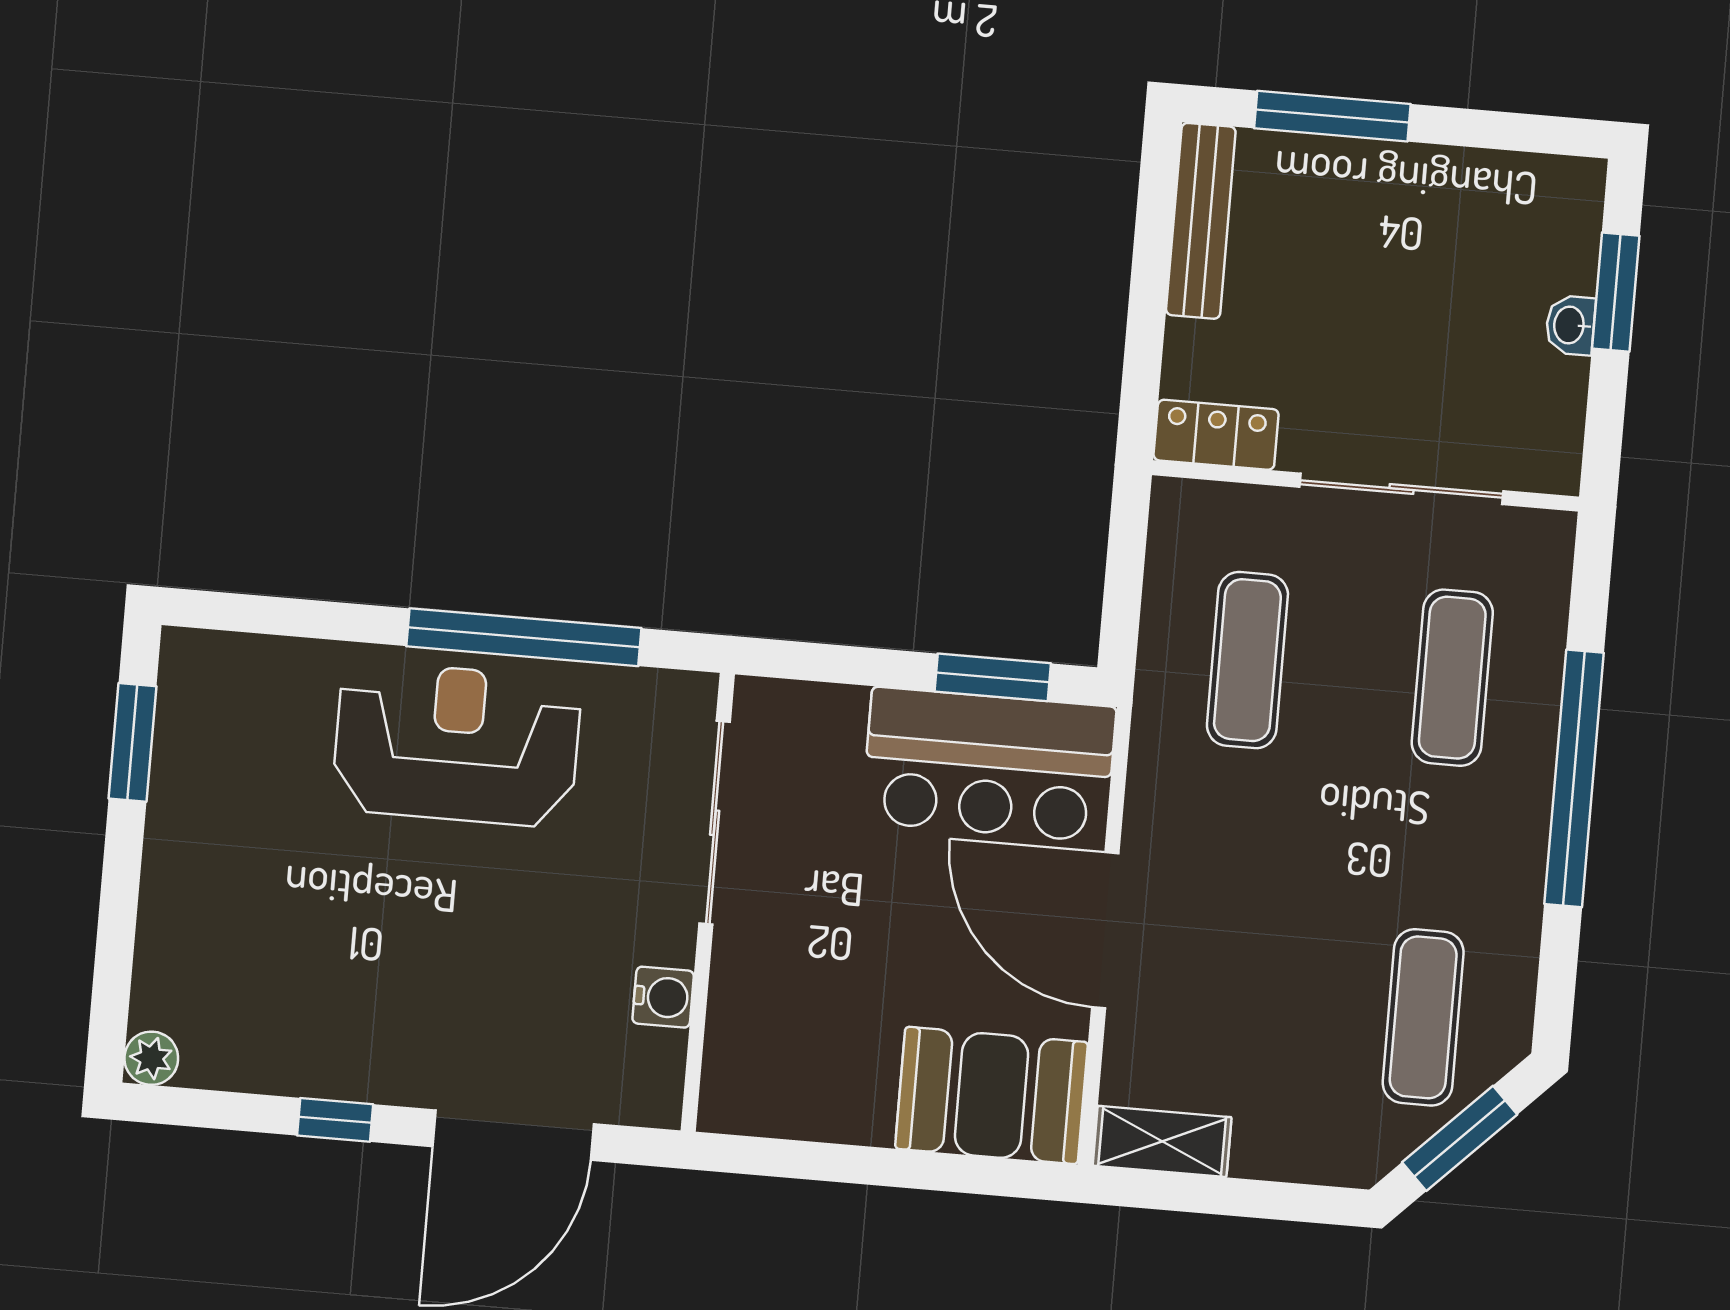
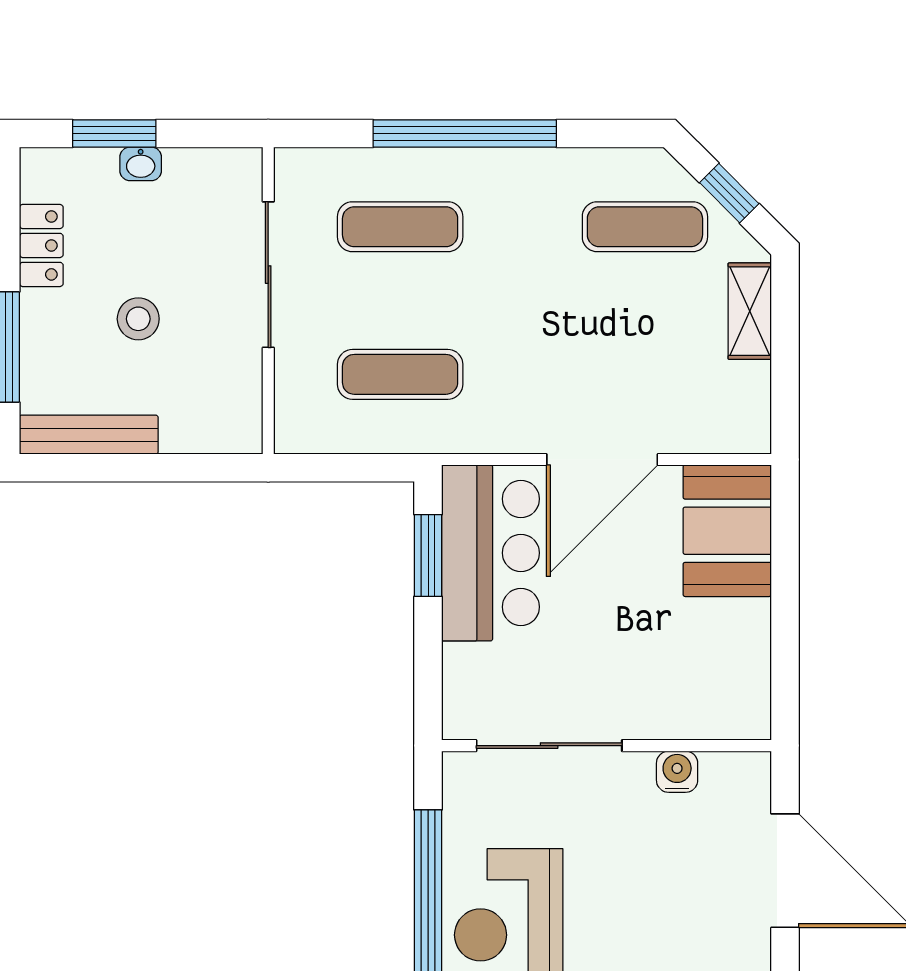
stool: (1356, 303) -> (138, 319), added
locker: (1216, 435) -> (41, 245), moved, turned 180
window: (1460, 1138) -> (729, 193), width x0.67
shelving: (1162, 1141) -> (750, 311), moved

